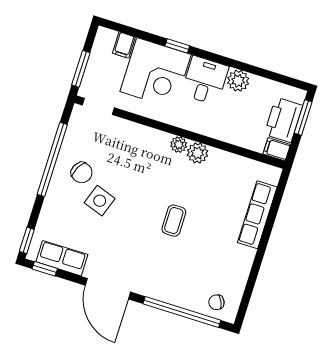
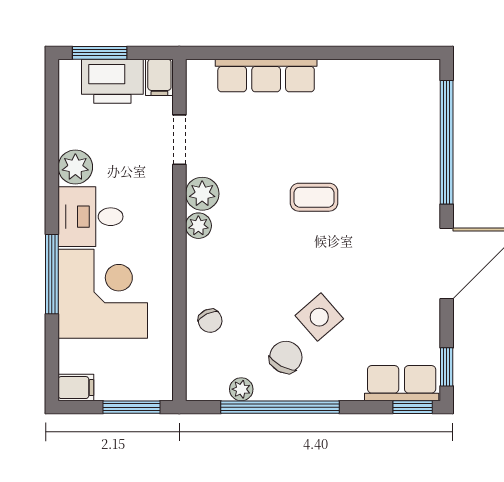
filing cabinet: (124, 45) -> (76, 388), moved
window: (177, 46) -> (52, 274), width x2.17
doorway: (98, 106) -> (179, 140), moved
plant: (71, 139) -> (241, 389), added
side table: (100, 201) -> (319, 317), turned 30
row of seats: (62, 258) -> (402, 383), moved, turned 90
chair: (216, 302) -> (210, 321), moved

